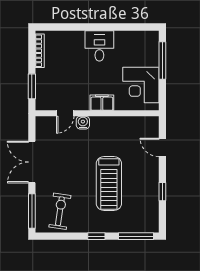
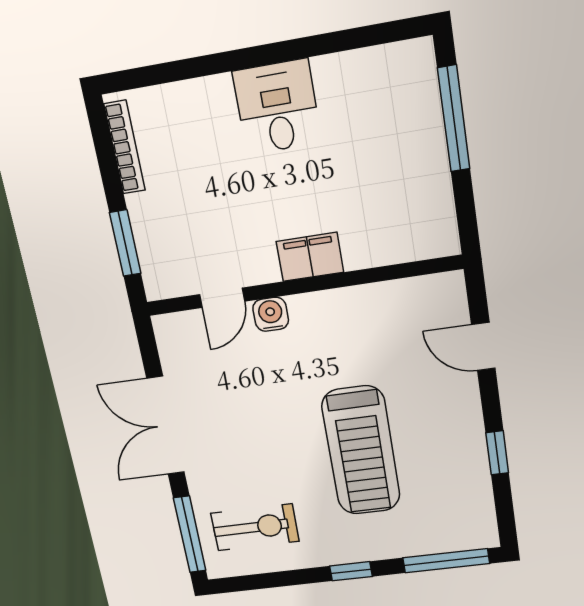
corner desk: (141, 85) -> (405, 195), removed
exercise bike: (60, 211) -> (255, 527), turned 82

